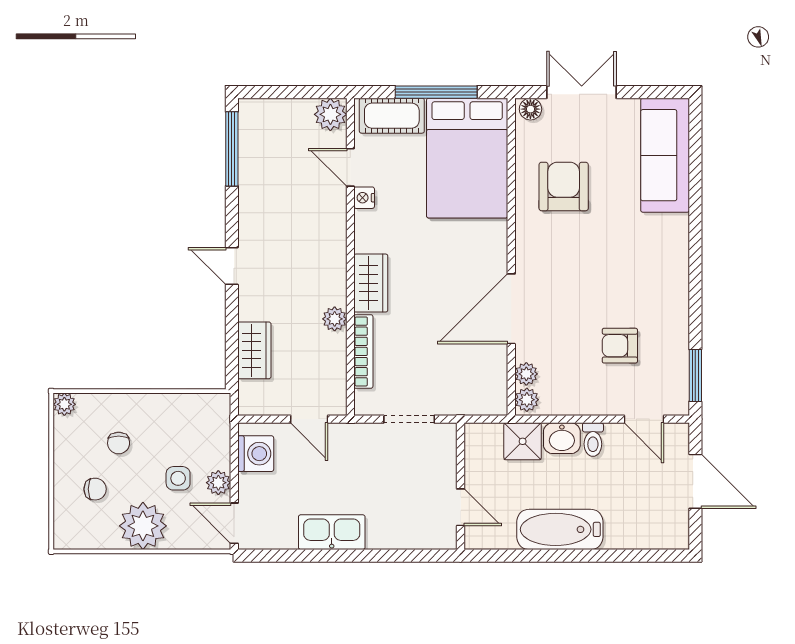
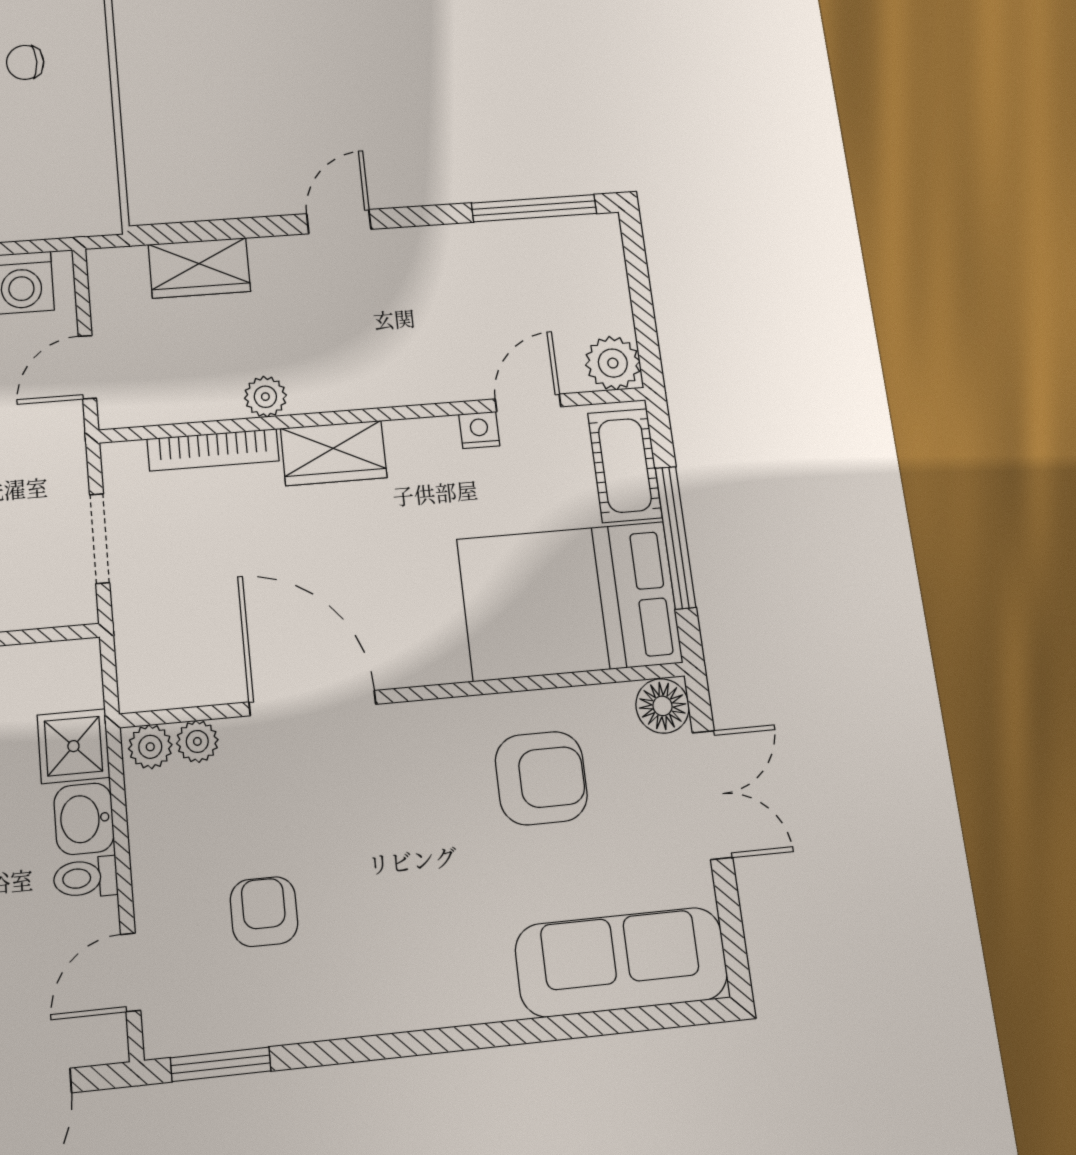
floor lamp: (530, 109) -> (663, 706), width x1.37, depth x1.37

